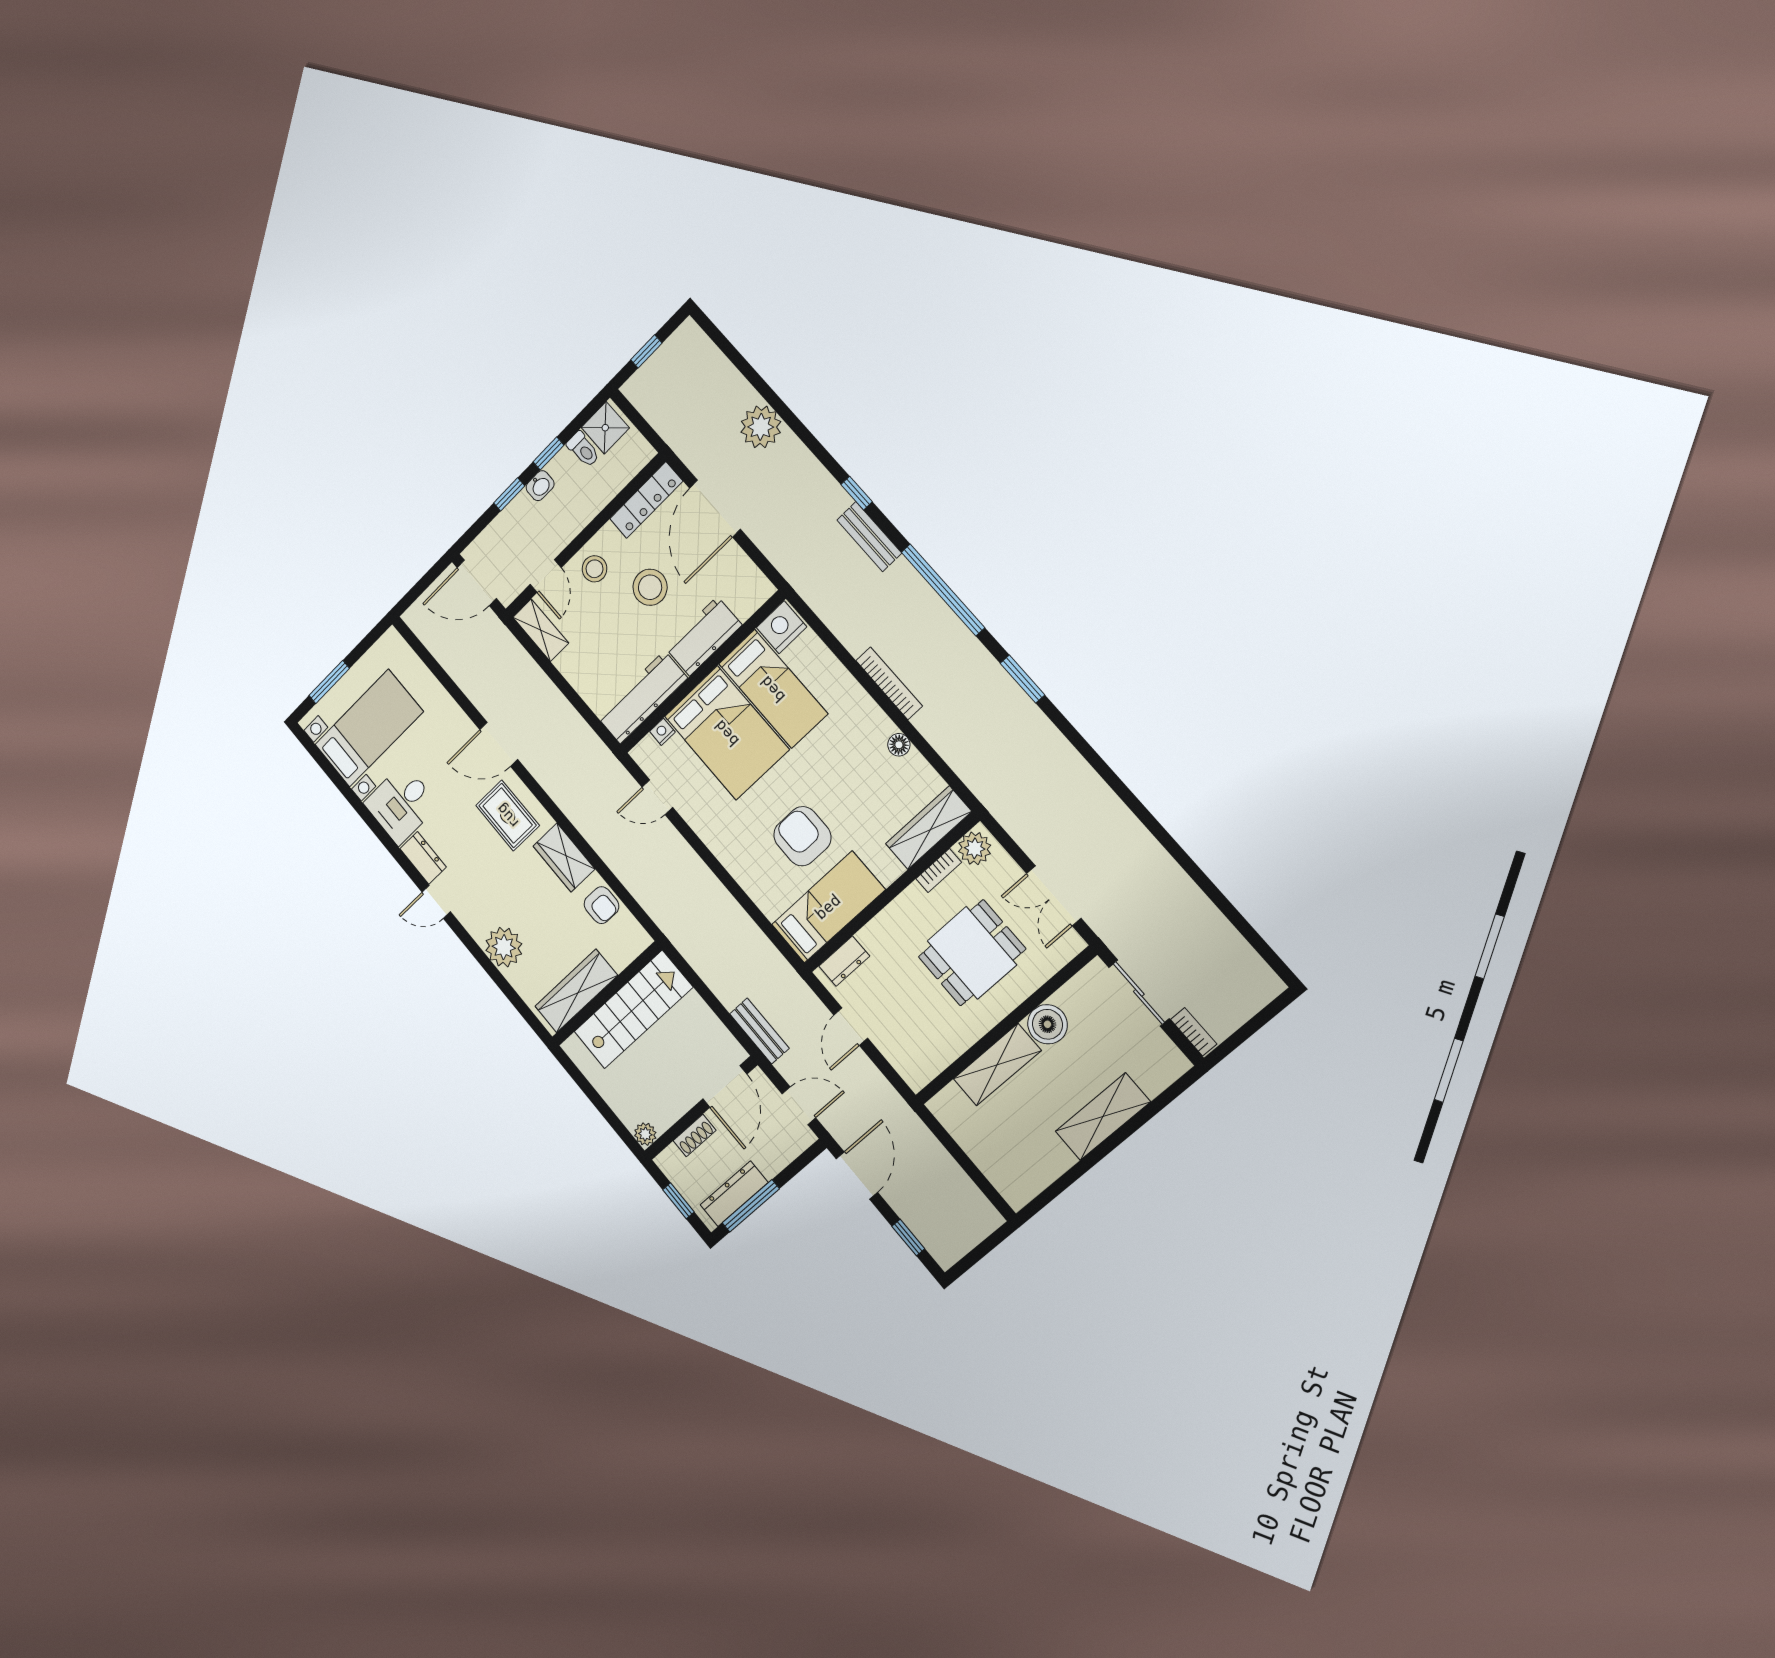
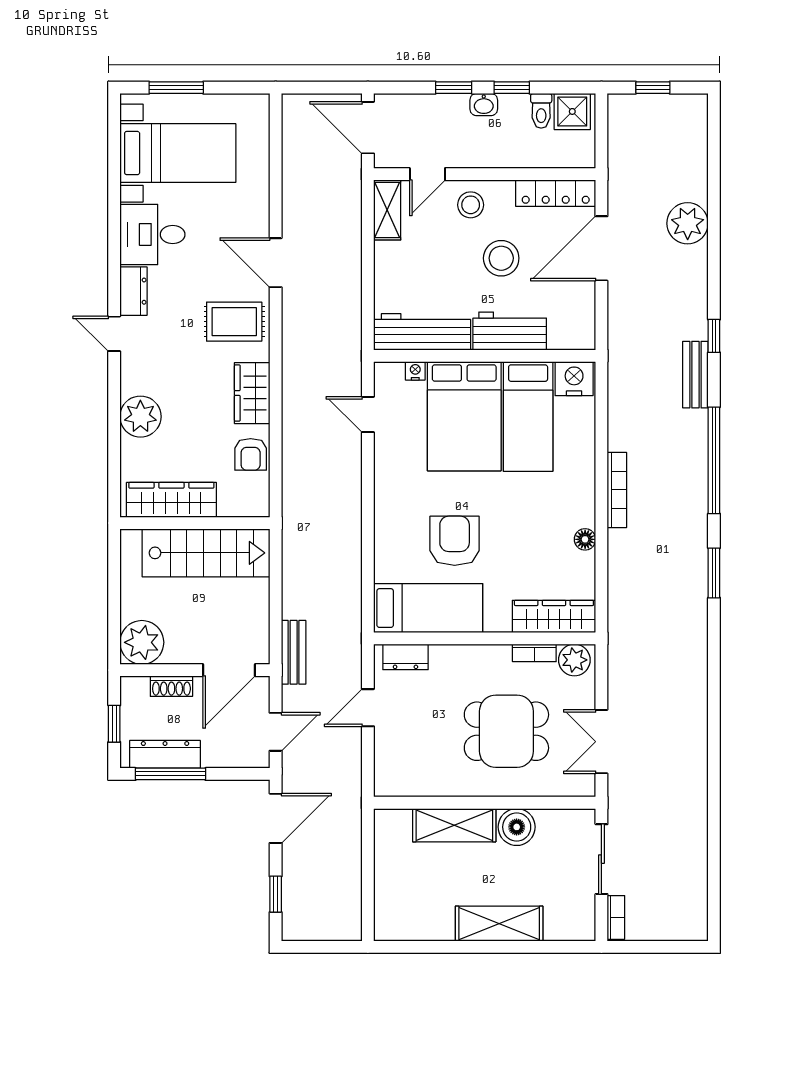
rug: (508, 816) -> (234, 322), turned 90
door: (799, 1106) -> (276, 732), hinge flipped
plant: (645, 1134) -> (142, 642), width x1.88, depth x1.88

